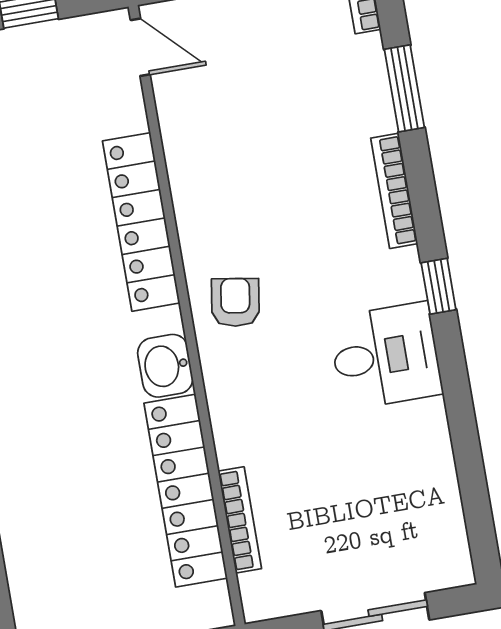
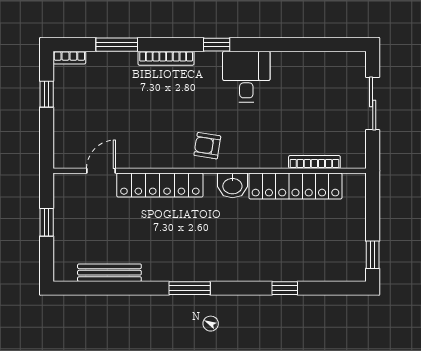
door: (140, 47) -> (101, 171), moved

